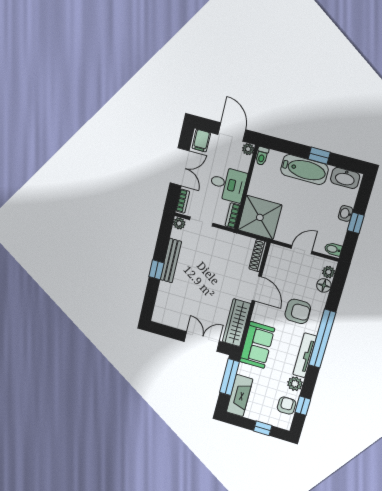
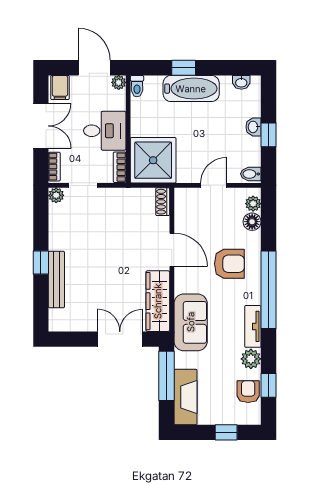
window: (319, 156) -> (184, 68), moved
washbasin: (345, 178) -> (241, 82), width x0.52, depth x0.69
shoe rack: (258, 256) -> (163, 202), width x0.70
bench: (171, 261) -> (56, 280), moved
tv unit: (305, 355) -> (253, 326), width x0.71

